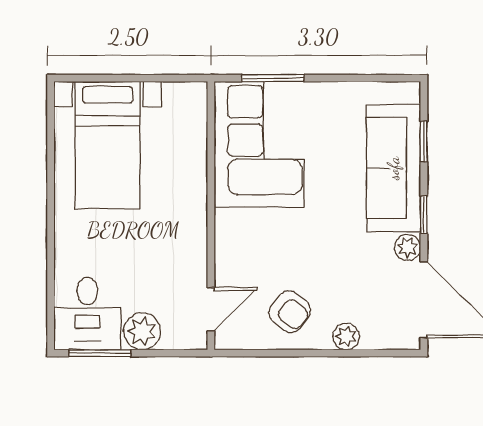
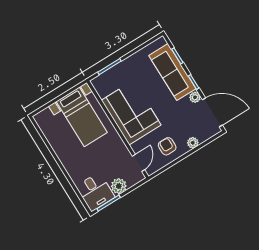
corner sofa: (259, 144) -> (131, 113), moved
bed with nightstands: (108, 145) -> (82, 117), moved
armchair: (290, 312) -> (167, 146), turned -128

